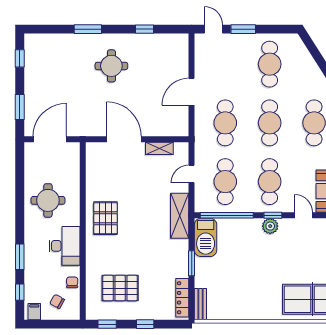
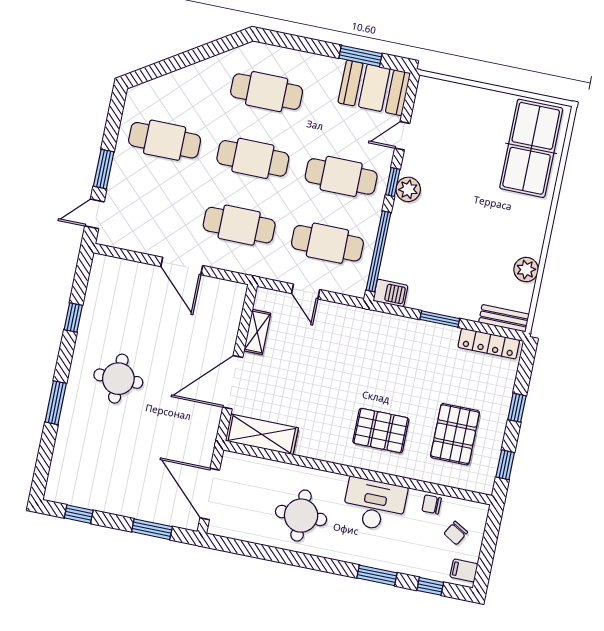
shelving: (180, 216) -> (262, 434), moved
pallet: (106, 218) -> (381, 431), moved
barbecue: (206, 237) -> (390, 293), width x0.53, depth x0.65
plant: (234, 312) -> (526, 270), added

